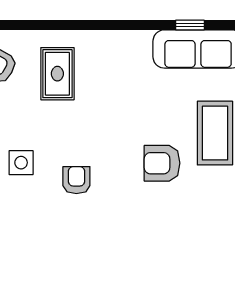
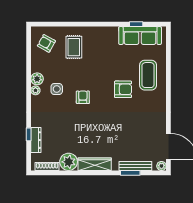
armchair: (162, 163) -> (123, 89), turned 180

